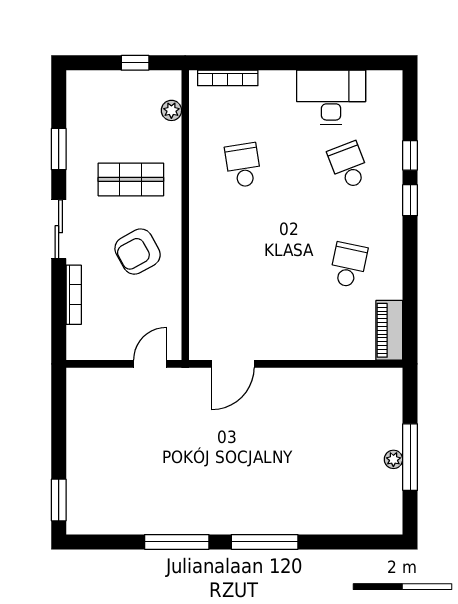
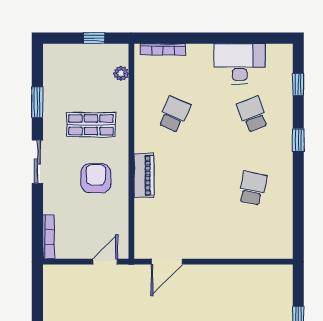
window: (410, 155) -> (298, 84), moved
school desk: (243, 165) -> (174, 114), turned 33
armchair: (138, 252) -> (96, 178), turned 119
bookcase: (74, 295) -> (48, 237), moved
piano: (389, 330) -> (144, 176), moved, turned 180

